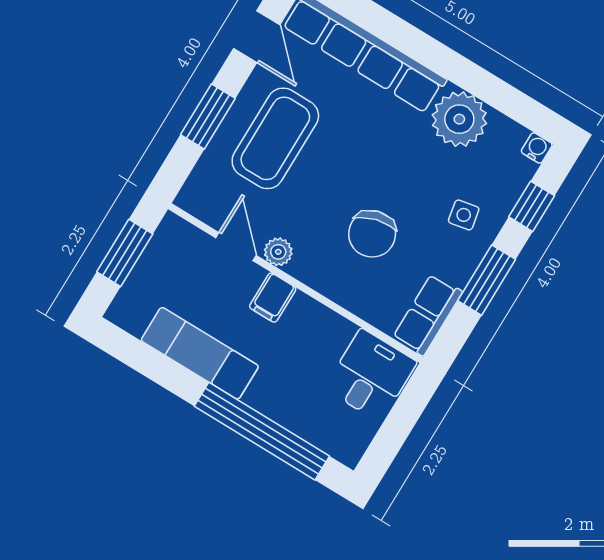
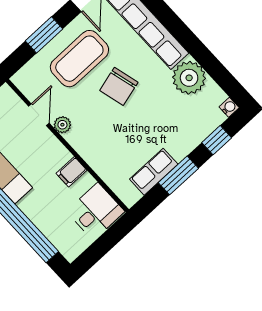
side table: (464, 215) -> (176, 134), removed
chair: (372, 234) -> (119, 86), moved
filing cabinet: (273, 298) -> (71, 172), moved
row of seats: (428, 315) -> (154, 172), moved

